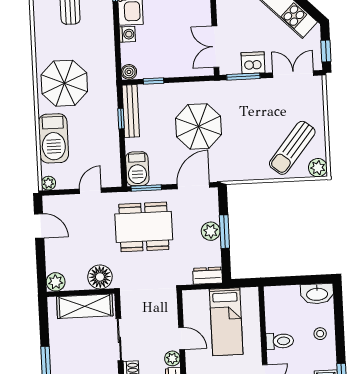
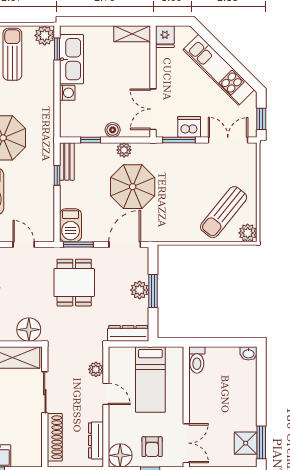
boiler: (129, 72) -> (113, 130), moved
plant: (188, 90) -> (124, 150), added
bench: (131, 111) -> (67, 161), width x0.73
door: (90, 191) -> (24, 245), hinge flipped
dining table: (144, 227) -> (74, 283), width x0.73
dresser: (208, 276) -> (128, 333), width x1.44
washbasin: (317, 294) -> (249, 353), width x0.52, depth x0.69
stool: (320, 334) -> (242, 396), removed
toilet: (280, 341) -> (197, 360), moved, turned 90
plant: (172, 358) -> (96, 369), moved

